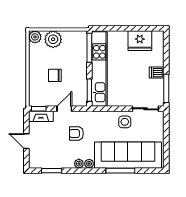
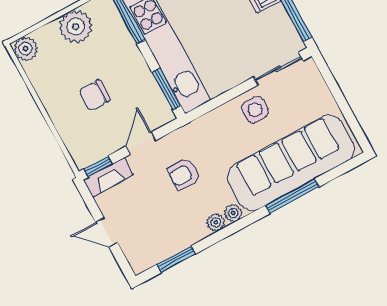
plant: (53, 39) -> (76, 27), moved

